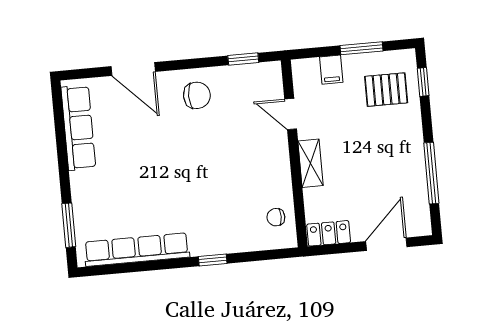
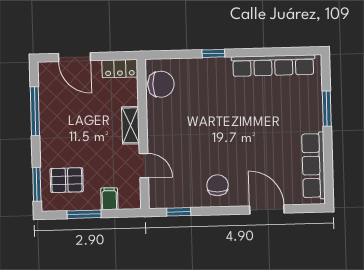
window: (423, 82) -> (37, 184), width x1.50
chair: (197, 95) -> (218, 185), turned 90
chair: (276, 217) -> (161, 84), width x1.87, depth x1.87
window: (69, 225) -> (327, 109), moved
door: (386, 244) -> (74, 57), hinge flipped

